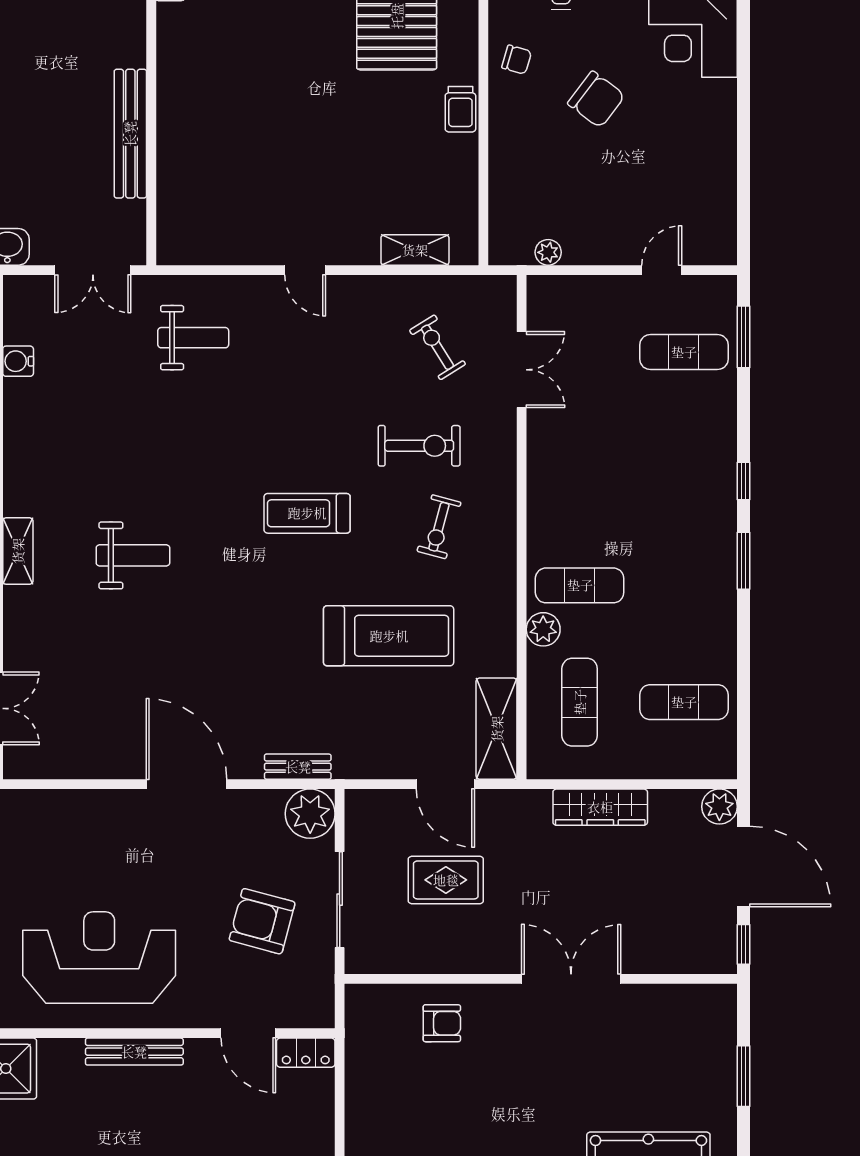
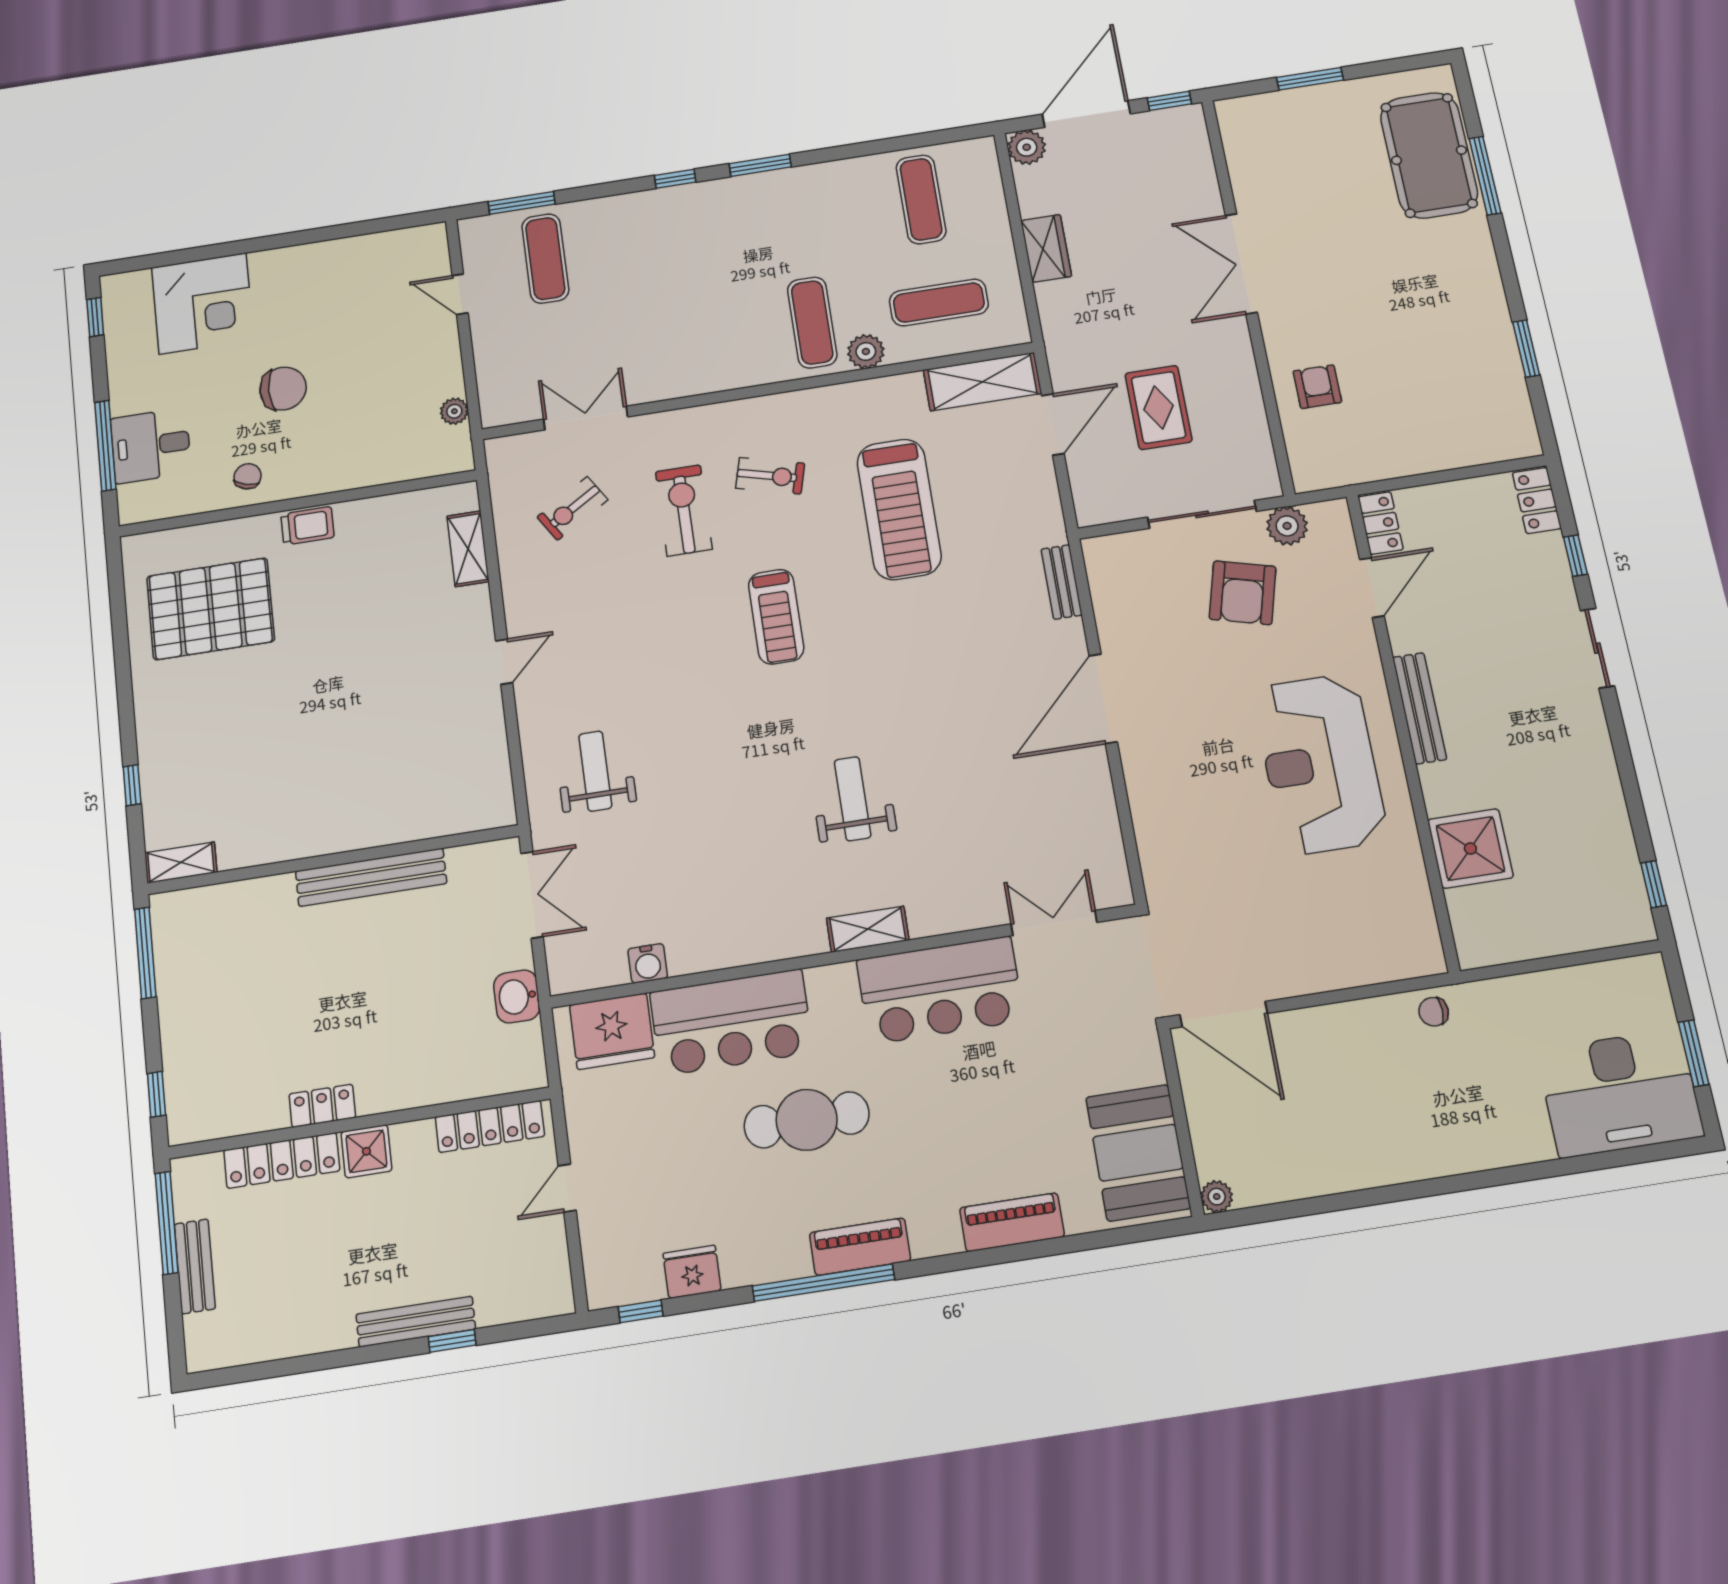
chair: (596, 100) -> (283, 389), turned 53
treadmill: (389, 636) -> (899, 509), turned 180
wardrobe: (600, 807) -> (1046, 248), width x0.67
plant: (310, 814) -> (1287, 526), moved, width x0.73, depth x0.73

